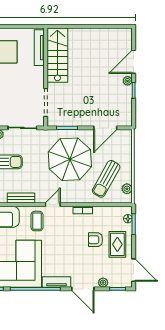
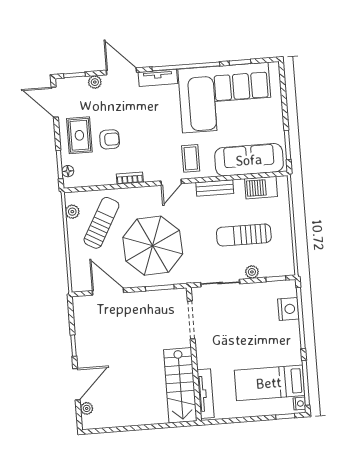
plant: (128, 81) -> (87, 408), moved
door: (105, 128) -> (108, 292), hinge flipped

